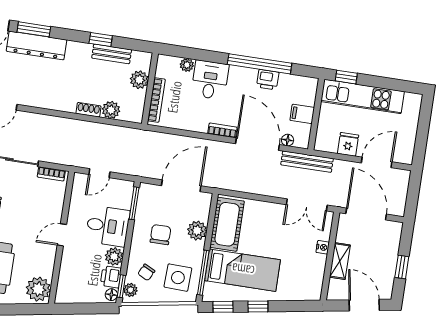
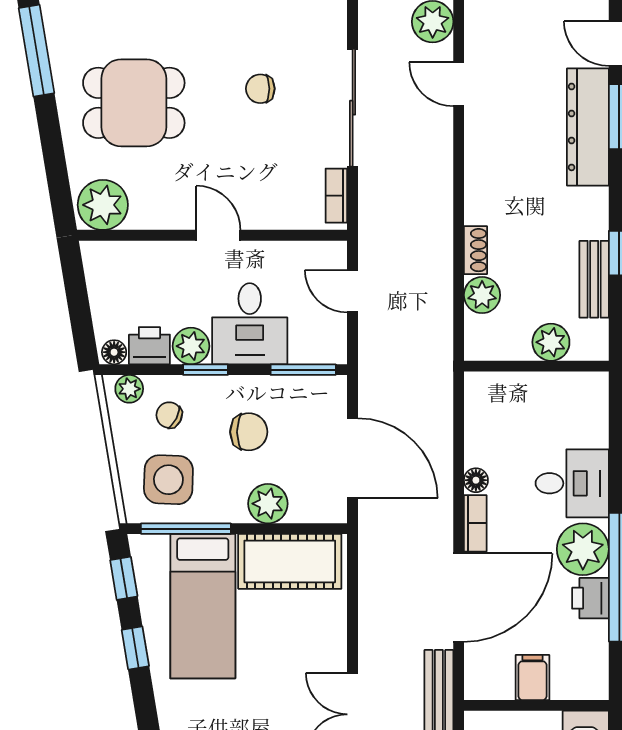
plant: (187, 65) -> (583, 549), moved, width x1.88, depth x1.88
bookcase: (156, 100) -> (516, 383), removed
floor lamp: (288, 140) -> (476, 480), moved
window: (121, 286) -> (206, 370), moved

